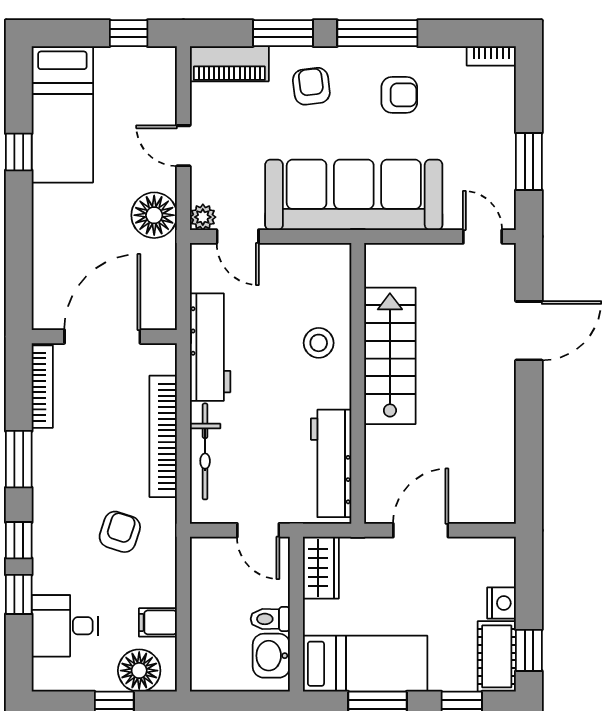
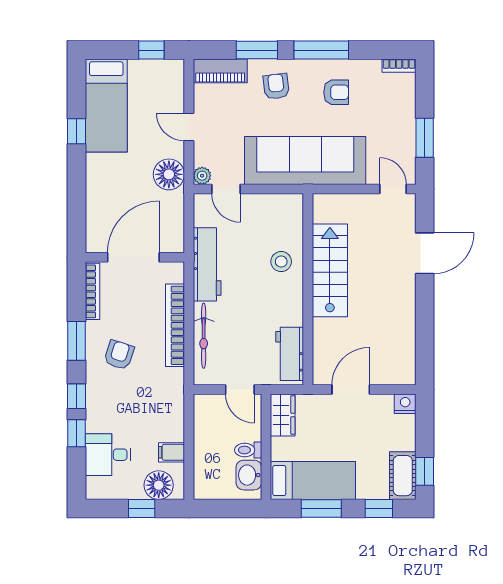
workbench: (331, 463) -> (290, 354), width x0.73
armchair: (120, 532) -> (119, 355), moved
nightstand: (502, 603) -> (405, 404), moved, turned -90

